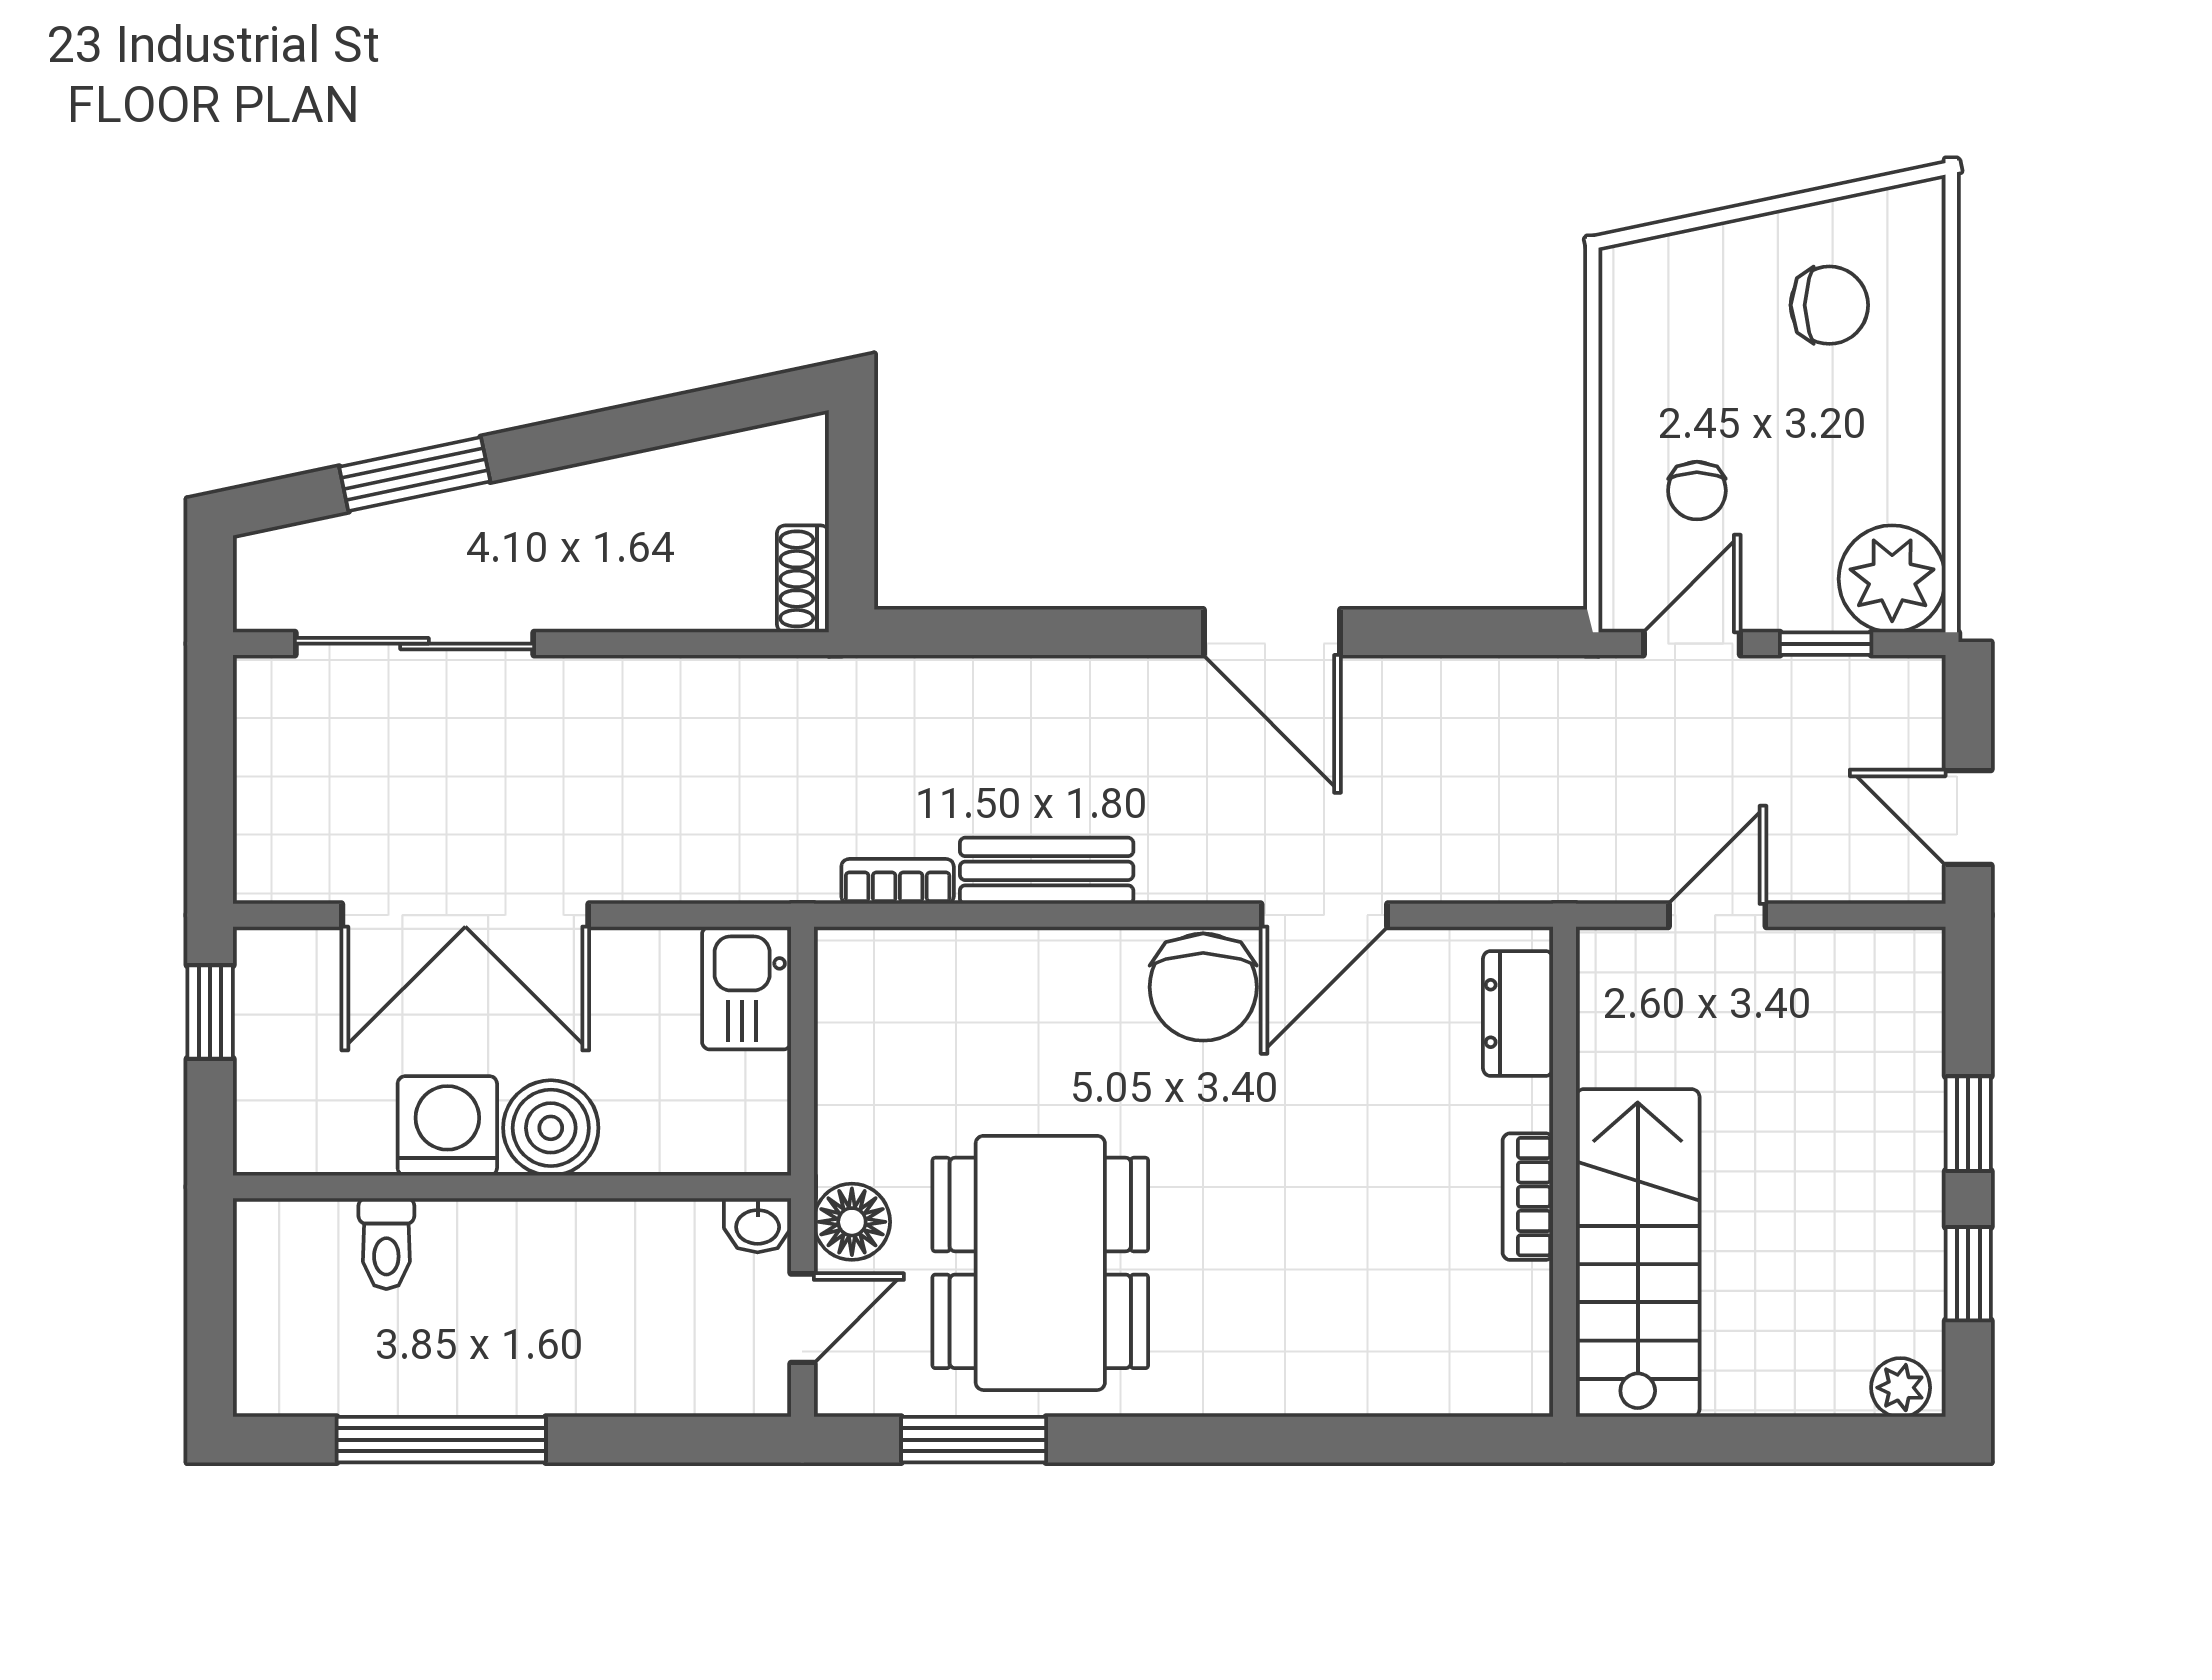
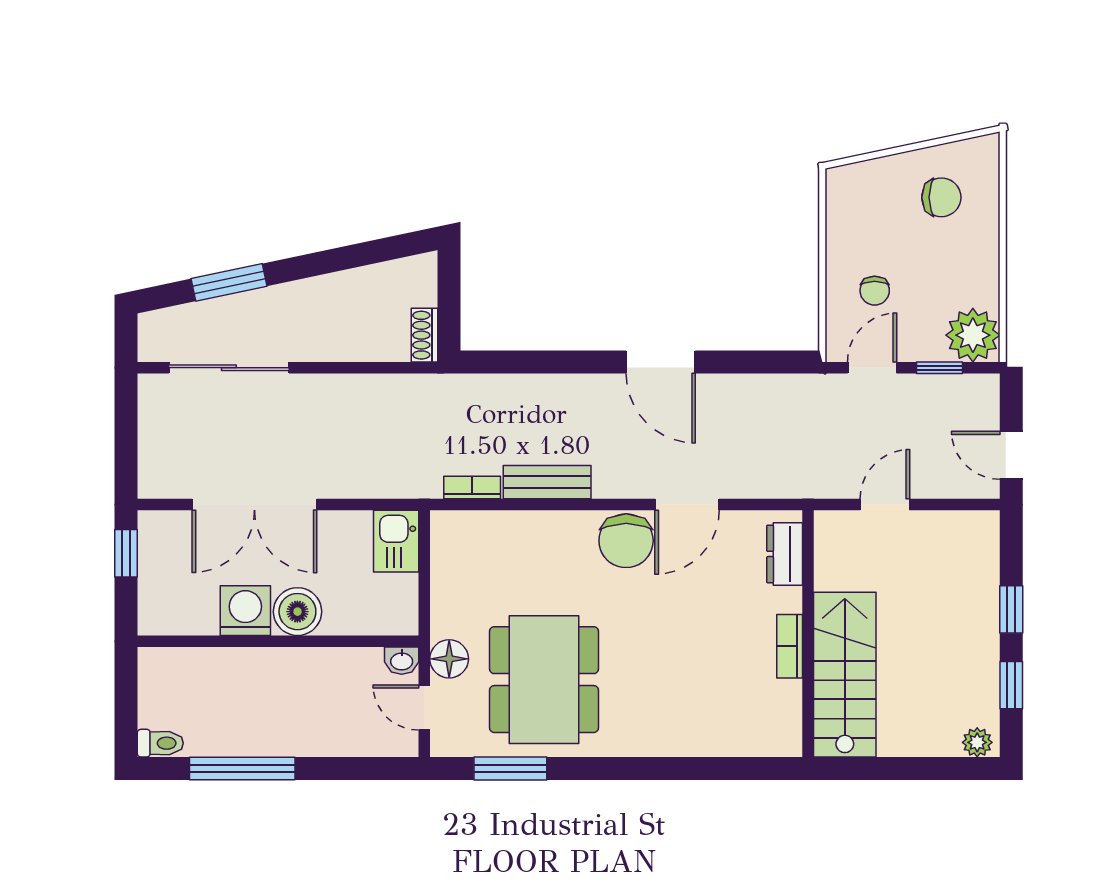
toilet: (386, 1244) -> (160, 743), moved, turned -90
door: (802, 1318) -> (424, 707), swing flipped

